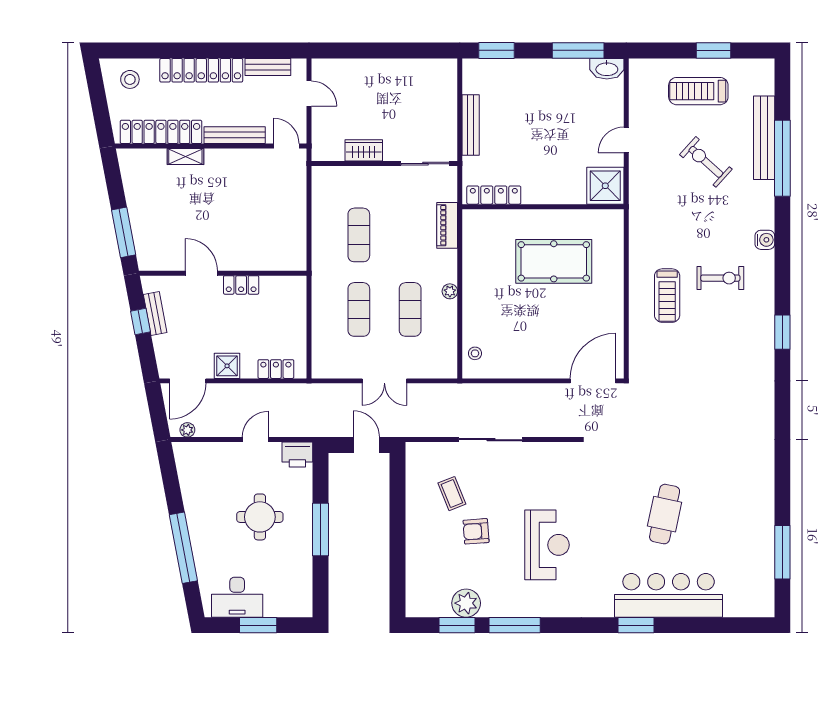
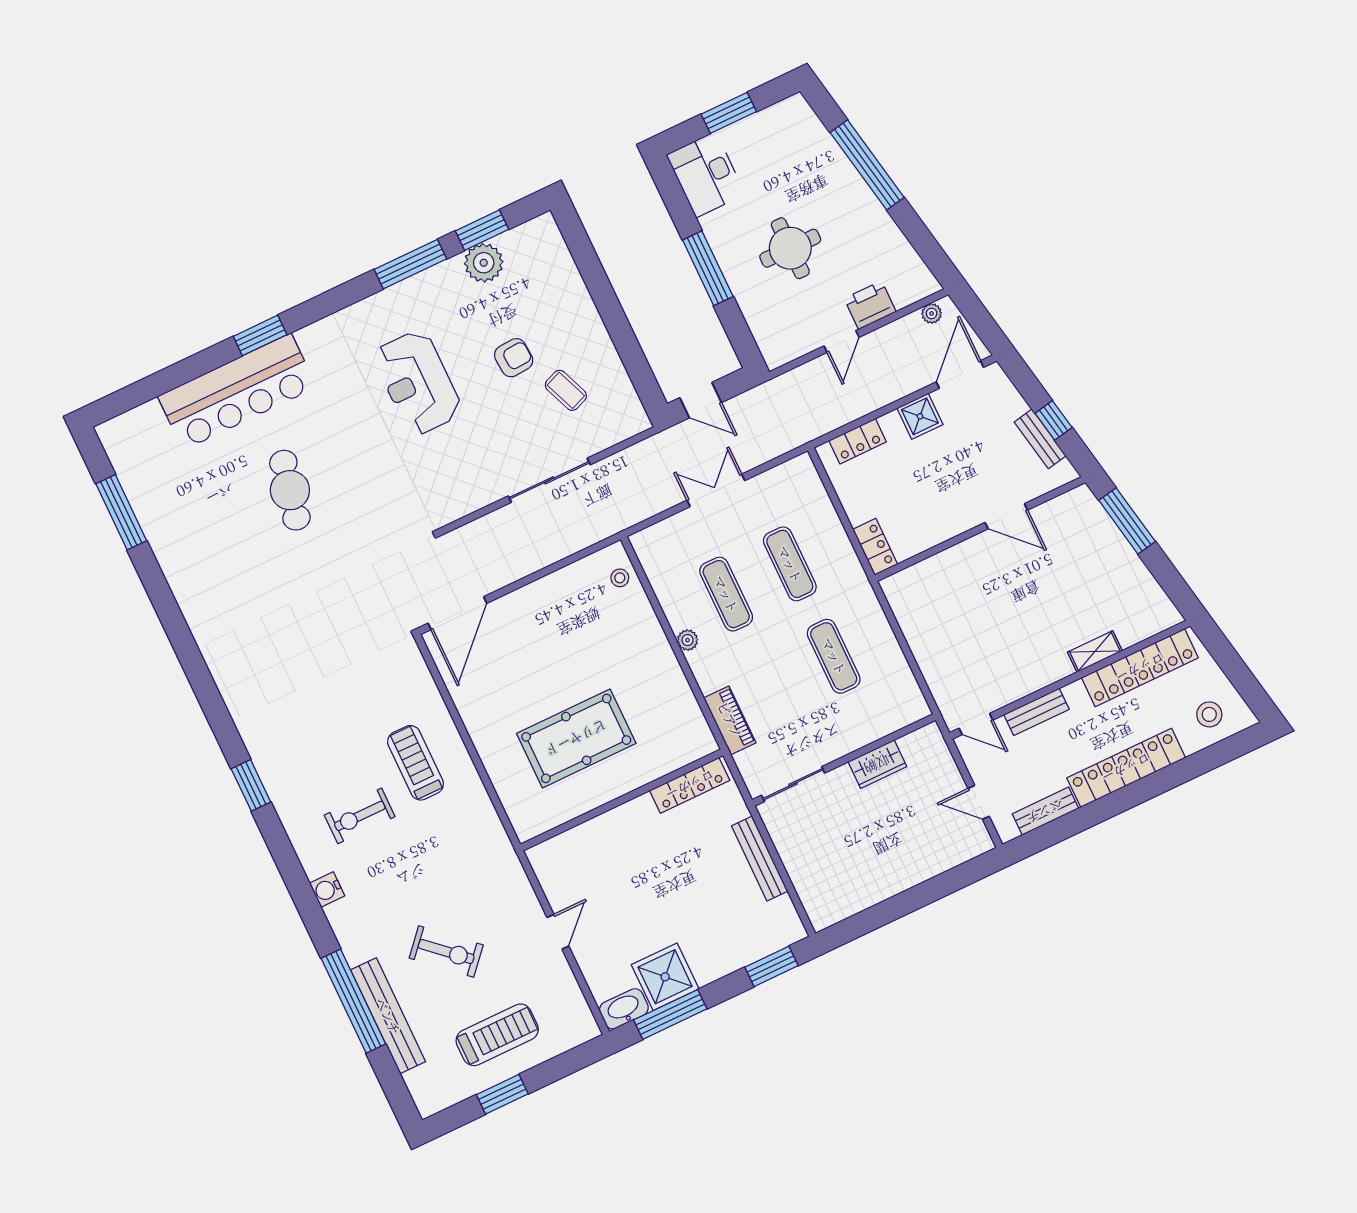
bench: (235, 135) -> (1036, 712), width x0.73
shower: (605, 186) -> (665, 977), moved
locker: (241, 285) -> (875, 547), moved, turned 90
printer: (297, 455) -> (870, 305), moved
desk: (237, 597) -> (706, 175), moved, turned -90

